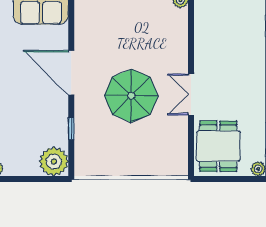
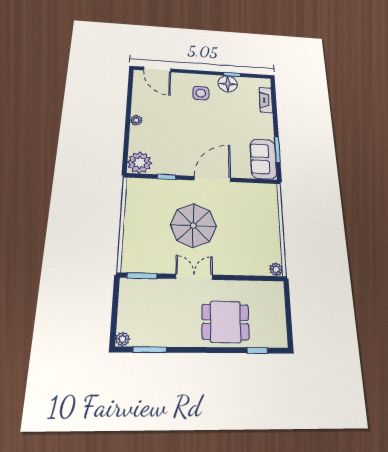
dining table: (218, 146) -> (225, 322), moved
window: (191, 152) -> (142, 276), added

